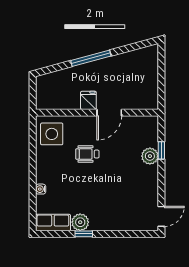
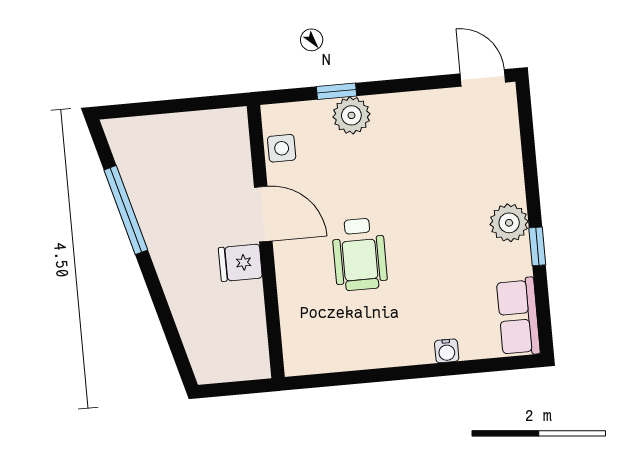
window: (91, 58) -> (126, 210), moved
side table: (52, 134) -> (282, 148), moved, width x0.54, depth x0.54
wheelchair: (87, 154) -> (360, 254), width x1.36, depth x1.37
plant: (80, 222) -> (509, 223), moved

